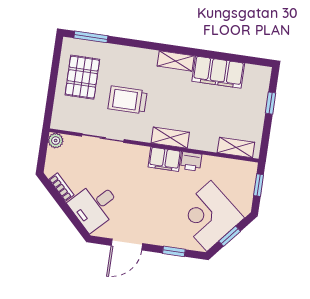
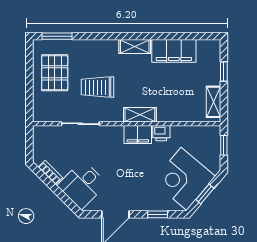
plant: (56, 141) -> (39, 132), removed
shelving: (236, 147) -> (213, 102), moved, turned 90

